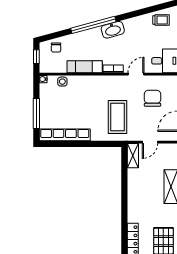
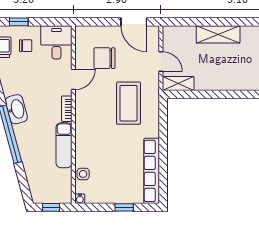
chair: (56, 48) -> (26, 46), moved
door: (136, 74) -> (73, 79), swing flipped
window: (36, 113) -> (124, 207), width x0.46
coffee table: (117, 117) -> (129, 103), turned 90

